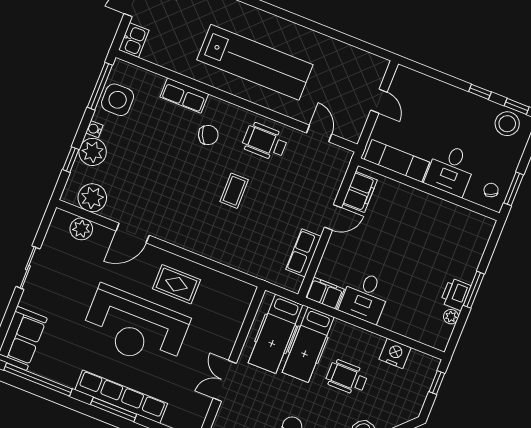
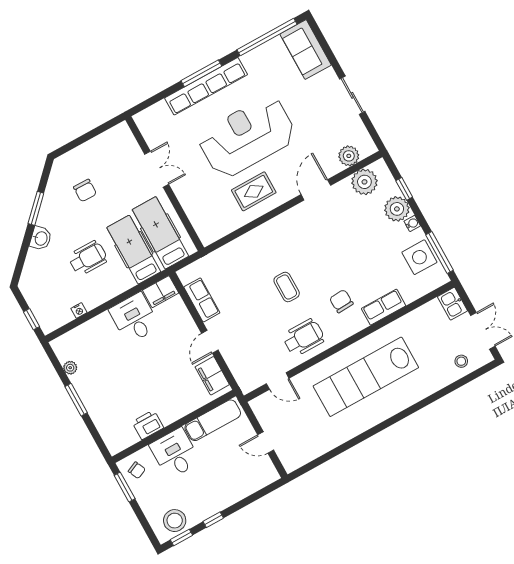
chair: (208, 135) -> (341, 301), turned 112
printer: (456, 294) -> (148, 425), moved, turned -90
nightstand: (395, 353) -> (79, 310), width x0.53, depth x0.56

